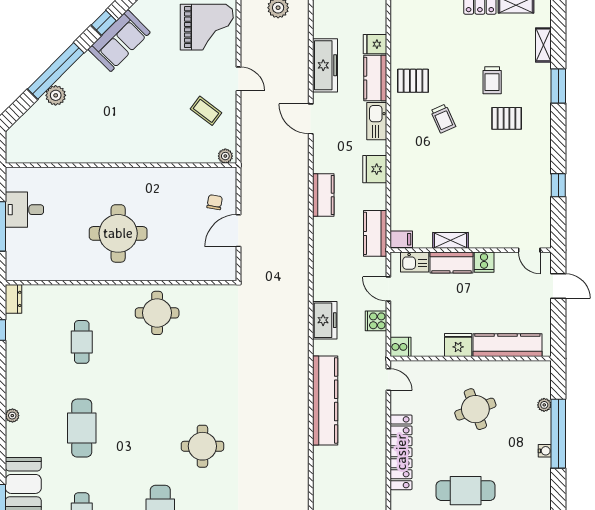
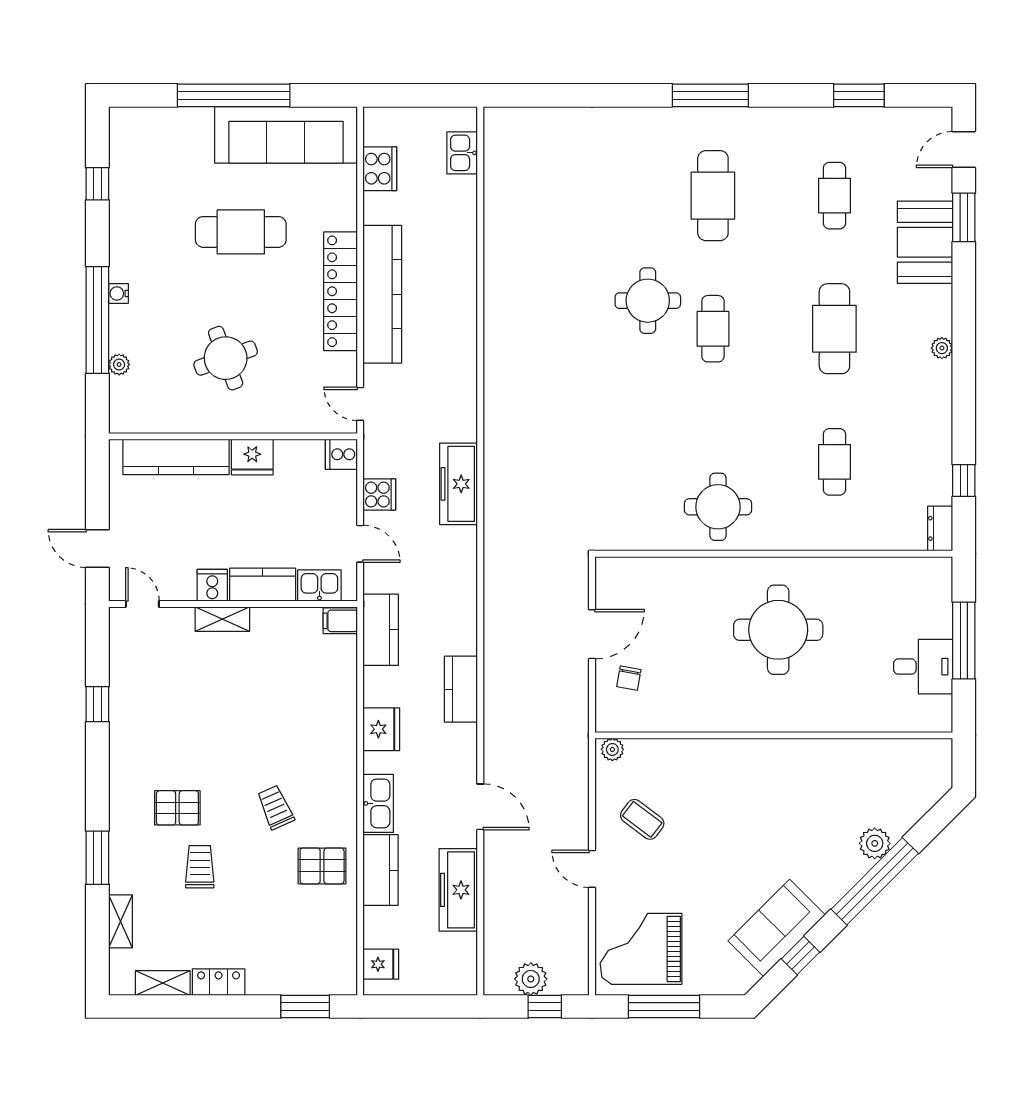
fridge: (375, 44) -> (381, 964), moved
shelving: (451, 240) -> (222, 619), moved
freezer: (325, 320) -> (459, 484), width x1.40
kitchen counter: (325, 400) -> (382, 294), moved, turned 180
cafe table: (160, 428) -> (713, 329), added

